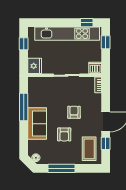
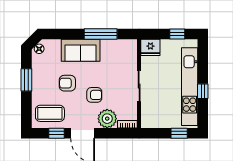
window: (87, 23) -> (203, 91), moved
dishwasher: (95, 68) -> (148, 121), removed
plant: (93, 102) -> (107, 119), added
window: (61, 168) -> (26, 80), width x0.69

